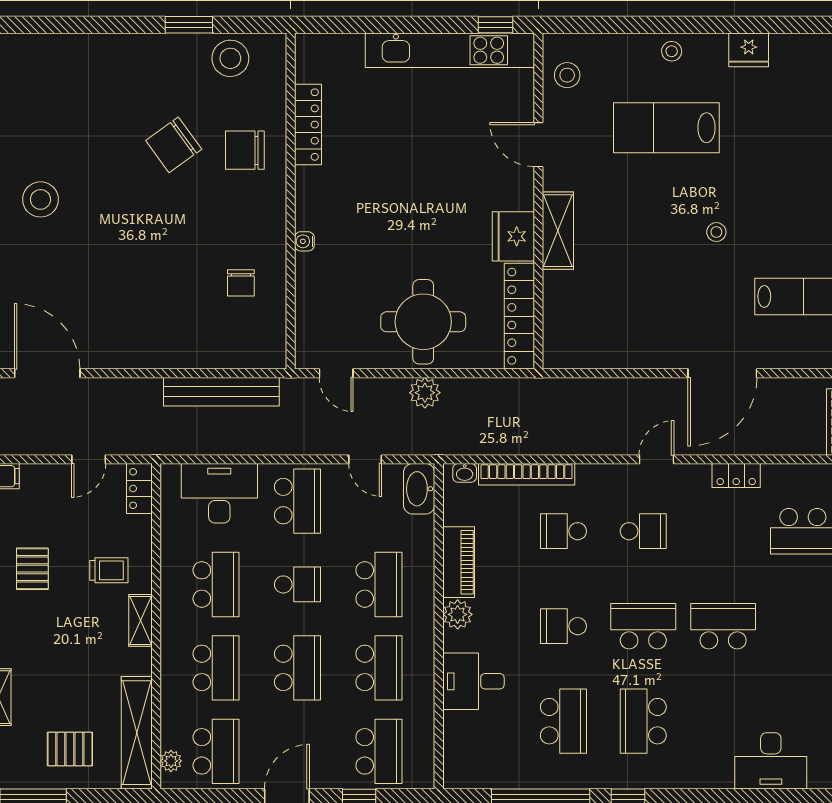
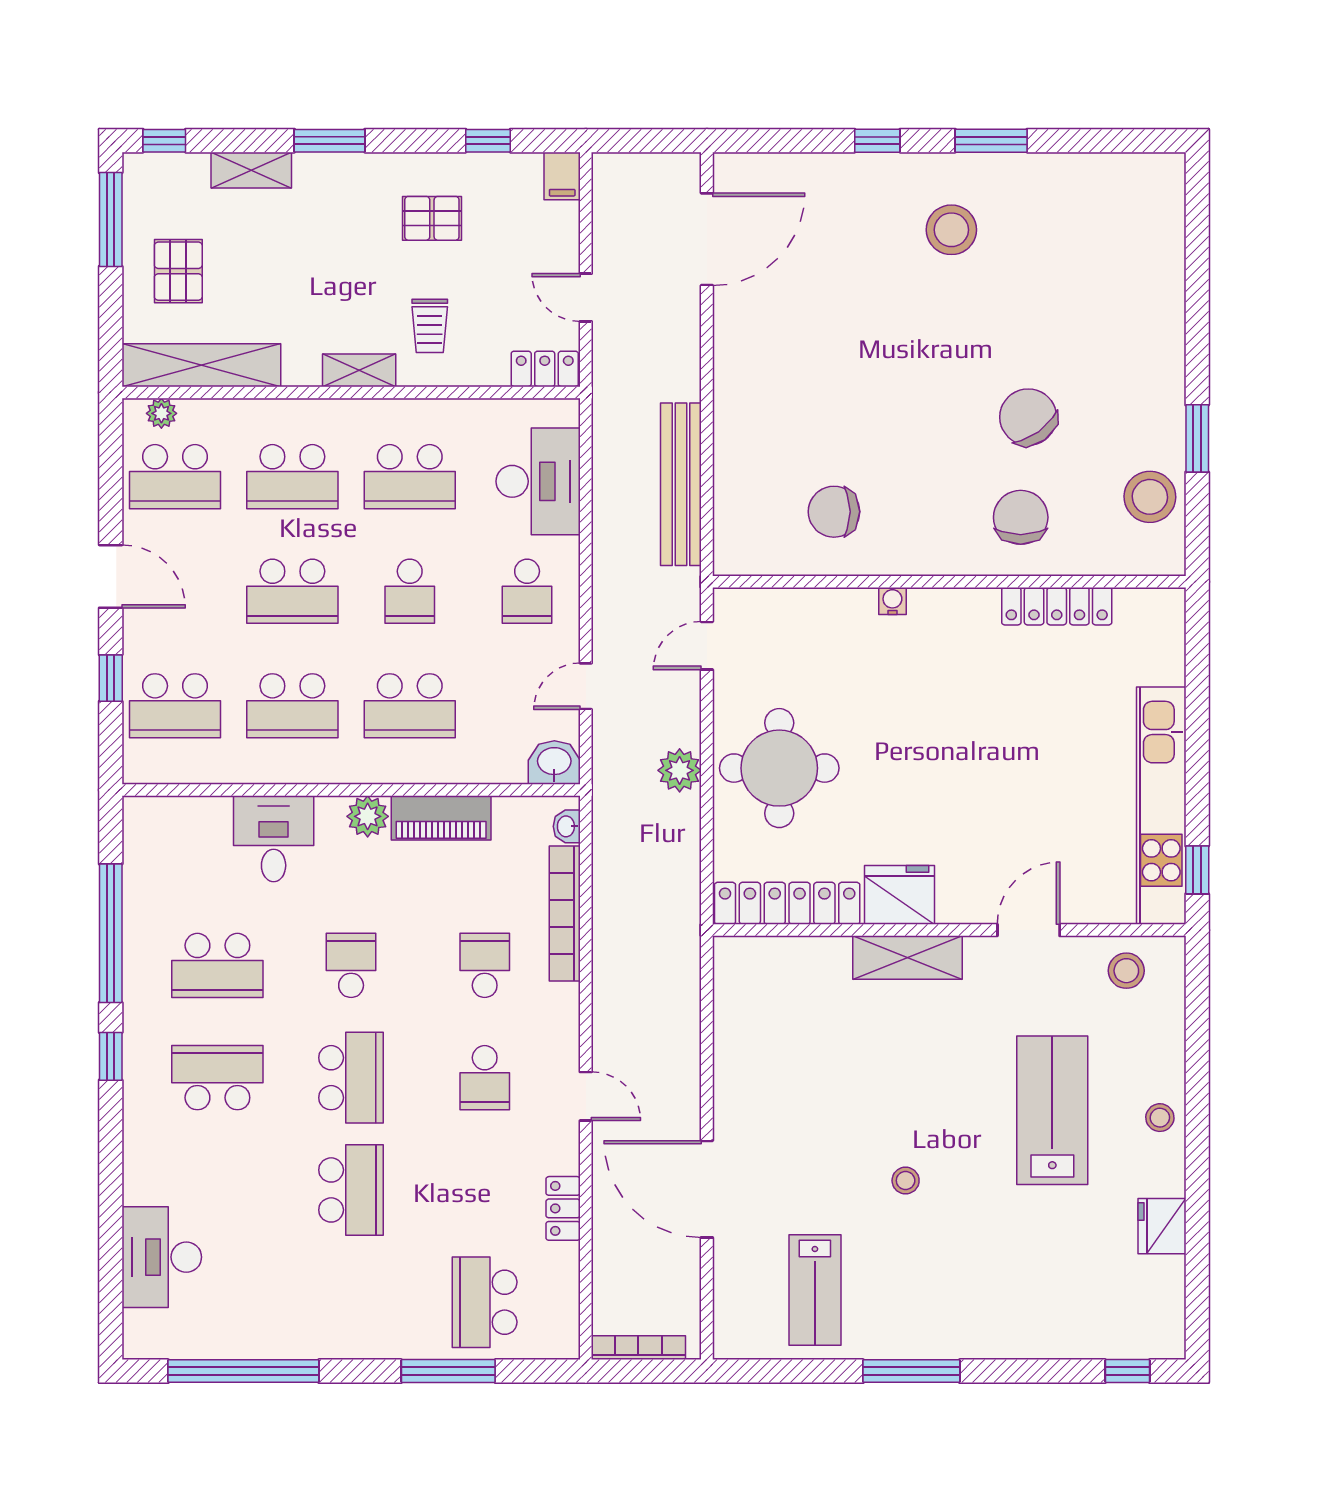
chair: (241, 283) -> (834, 512), width x1.37, depth x1.37
washbasin: (419, 489) -> (554, 762), width x0.72
school desk: (297, 501) -> (527, 591), width x0.54

